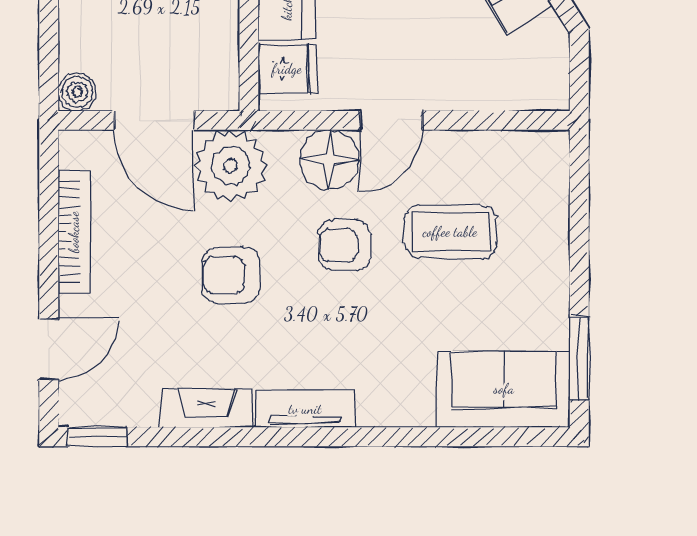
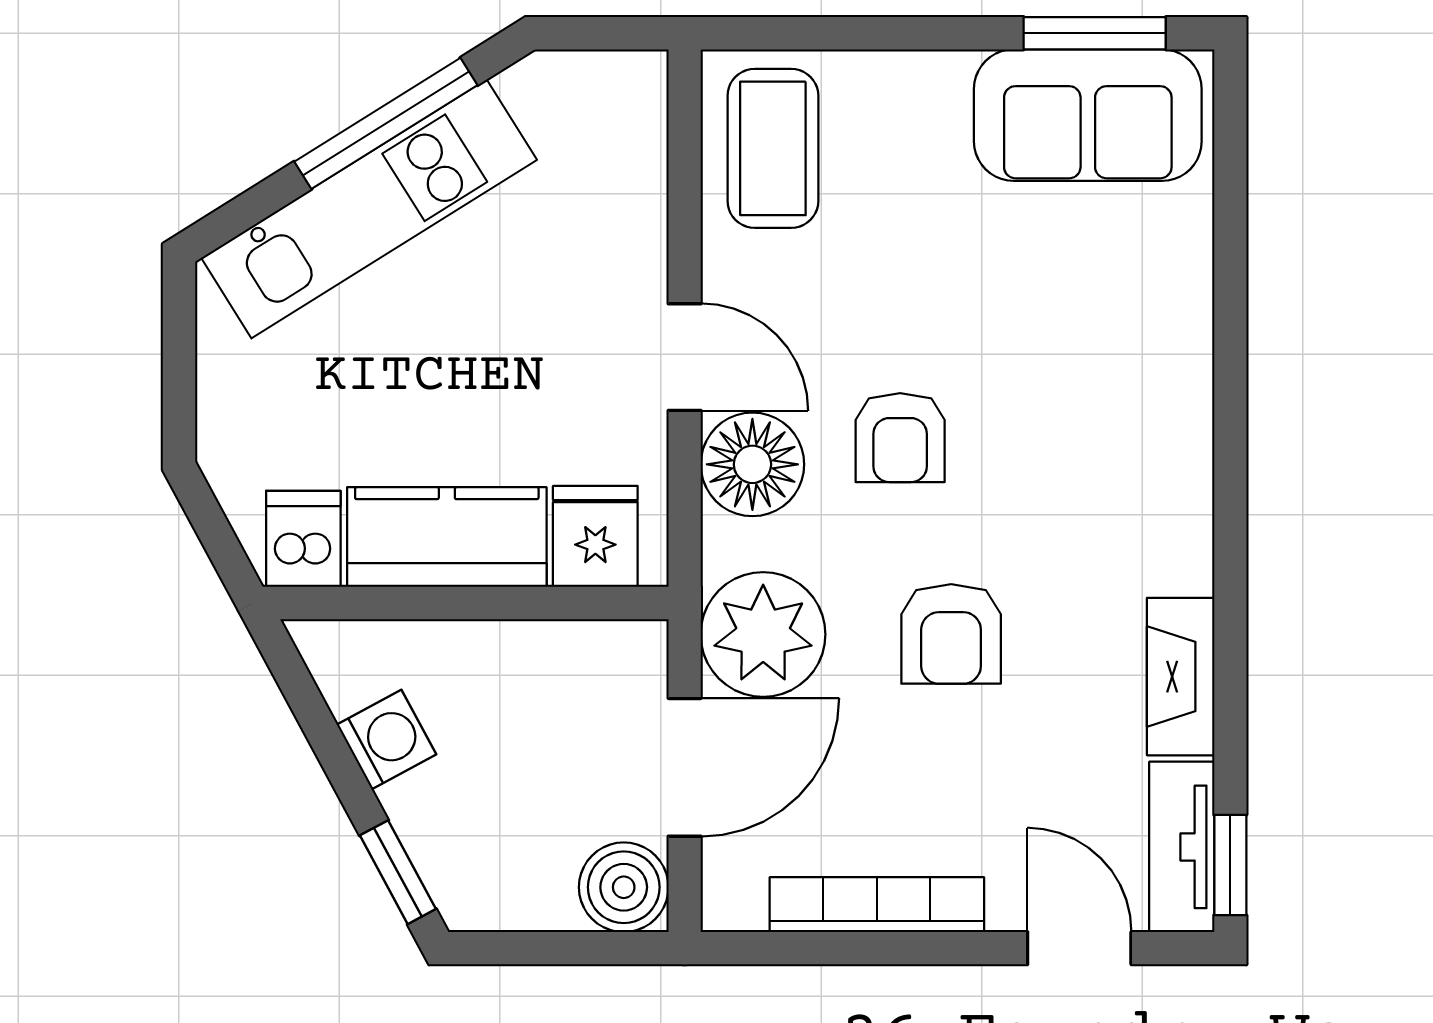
boiler: (77, 92) -> (624, 887), width x1.36, depth x1.36
coffee table: (450, 232) -> (773, 148), moved
sofa: (504, 389) -> (1088, 115), moved, turned -90
tv unit: (305, 409) -> (1182, 847), moved

